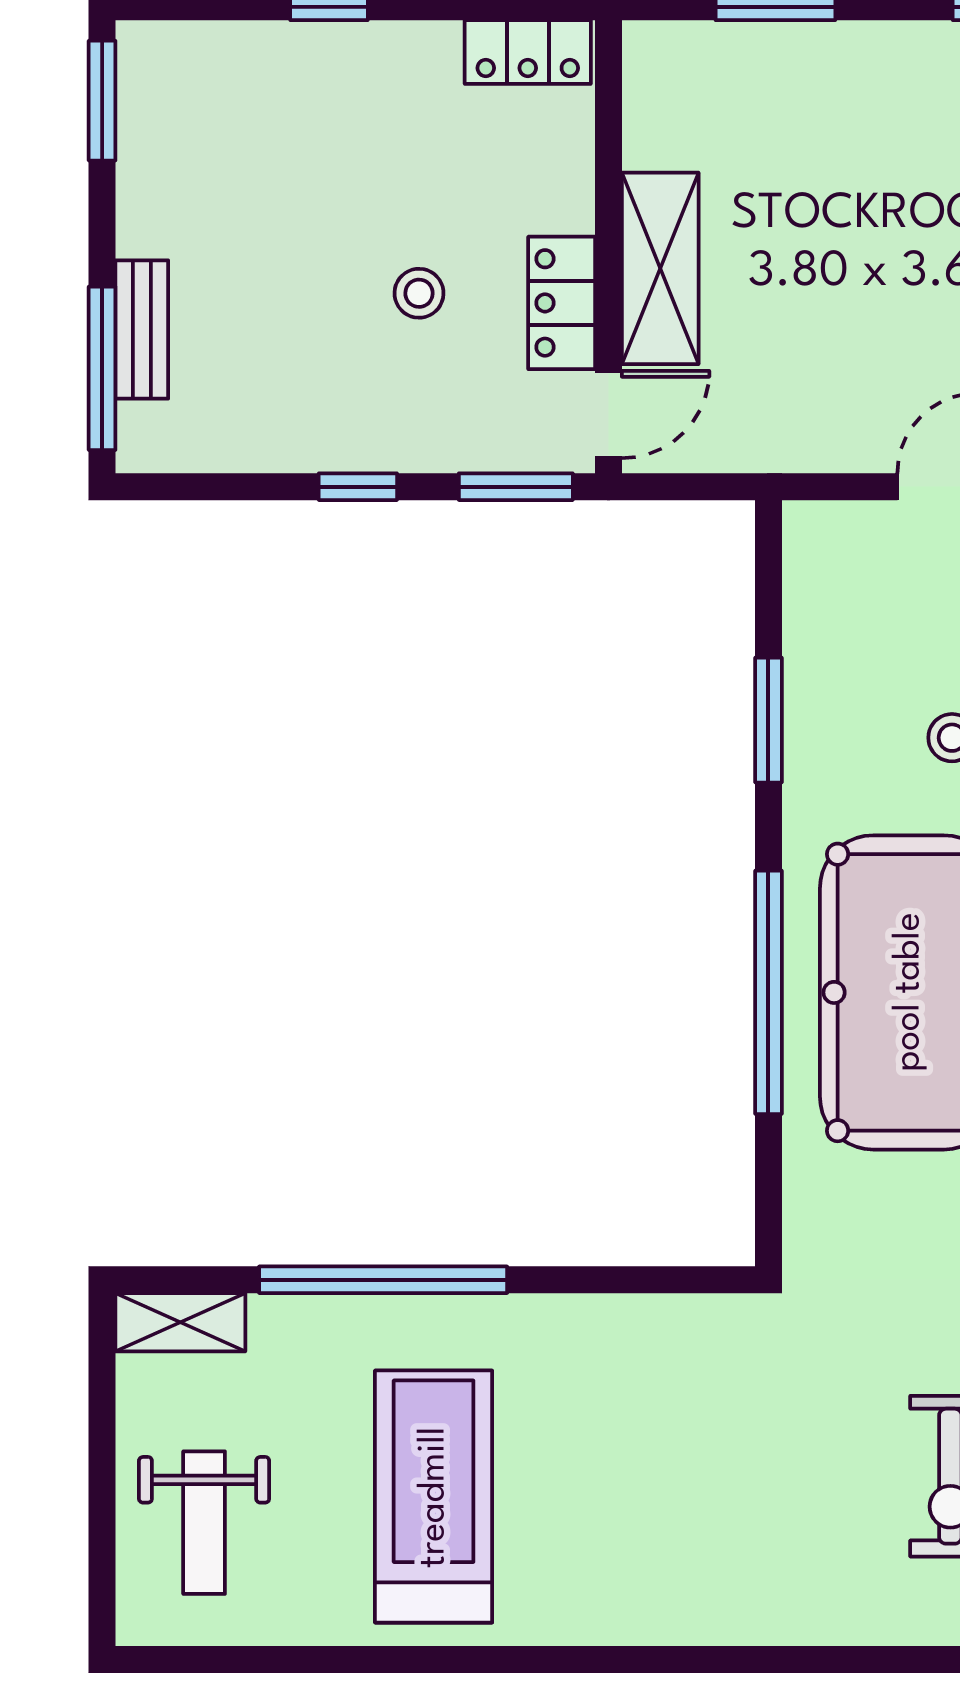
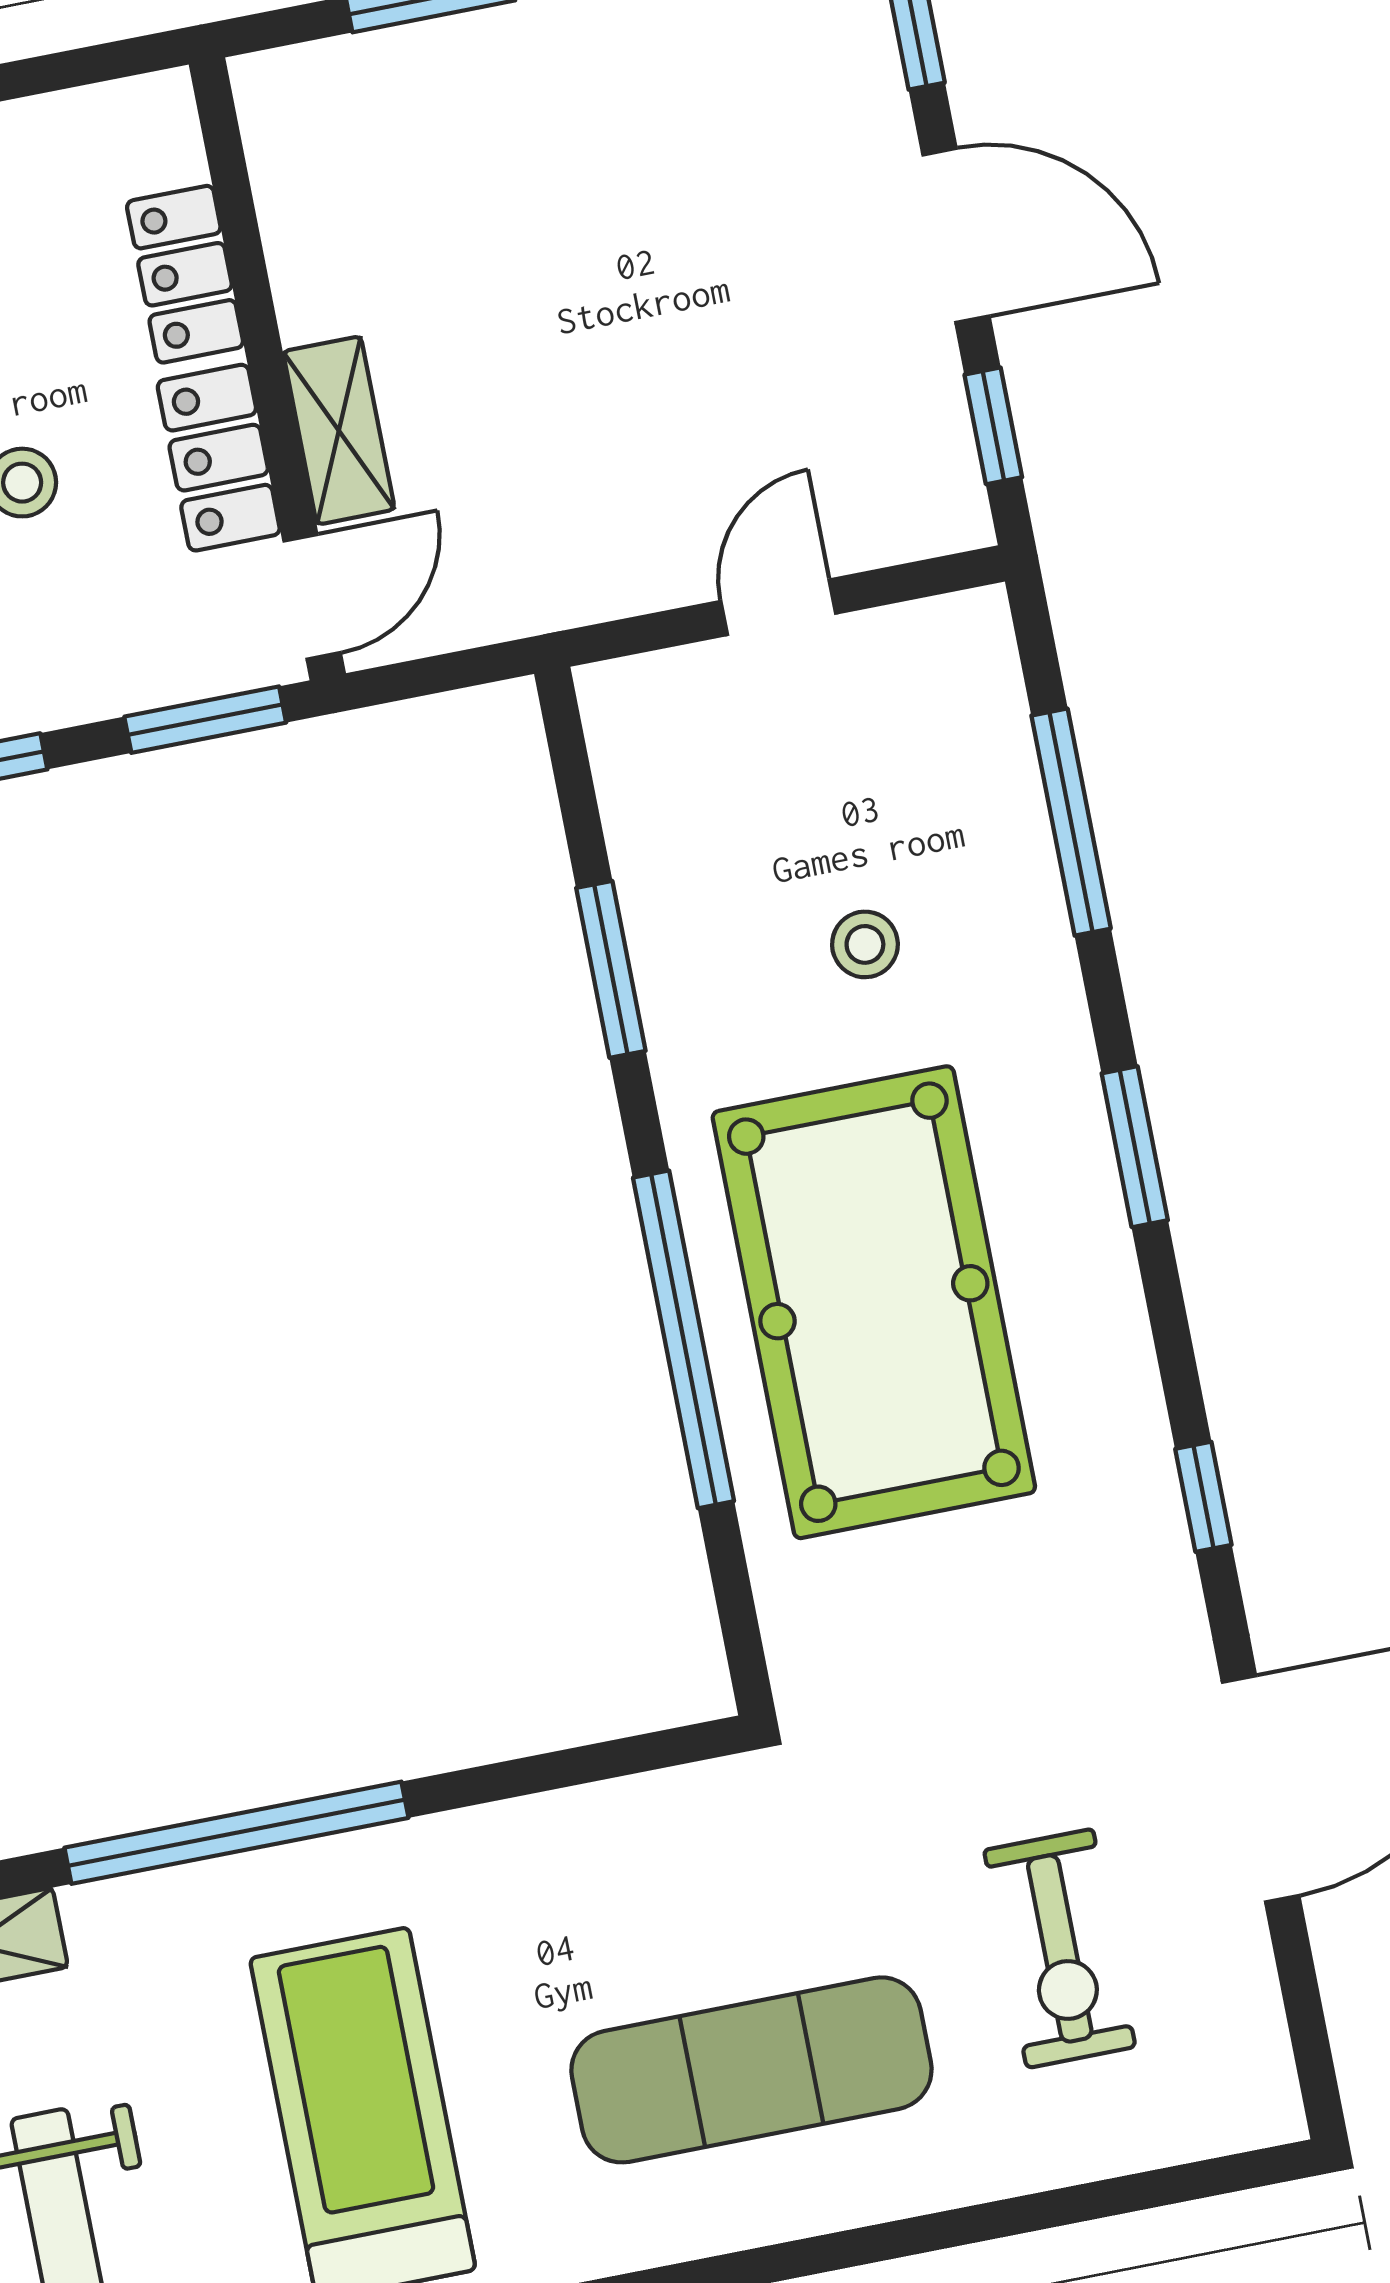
locker: (528, 52) -> (185, 274), moved, turned 90
shelving: (660, 268) -> (339, 430), width x0.67, depth x0.75
exercise mat: (715, 1519) -> (751, 2070), added

